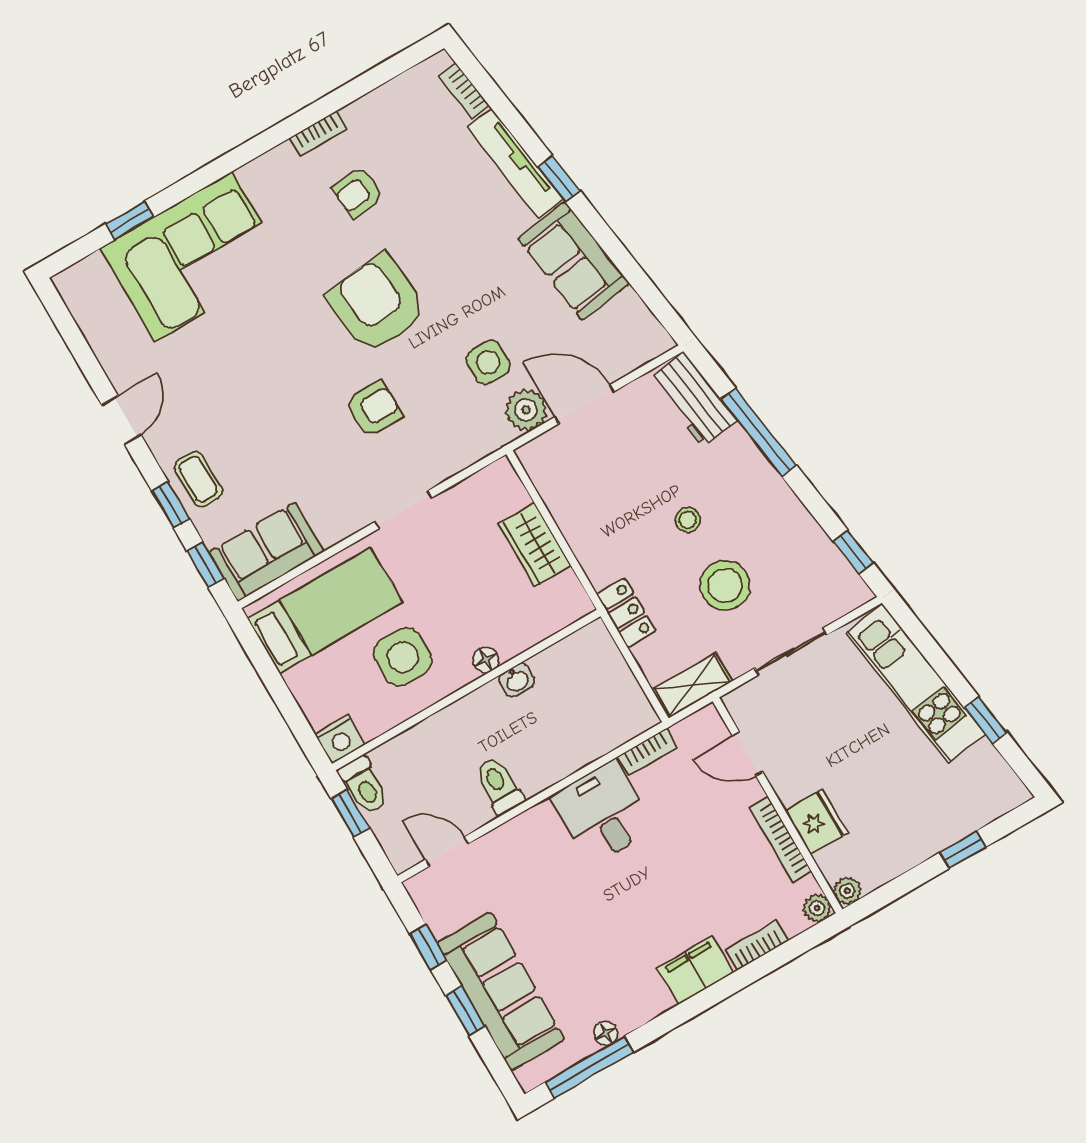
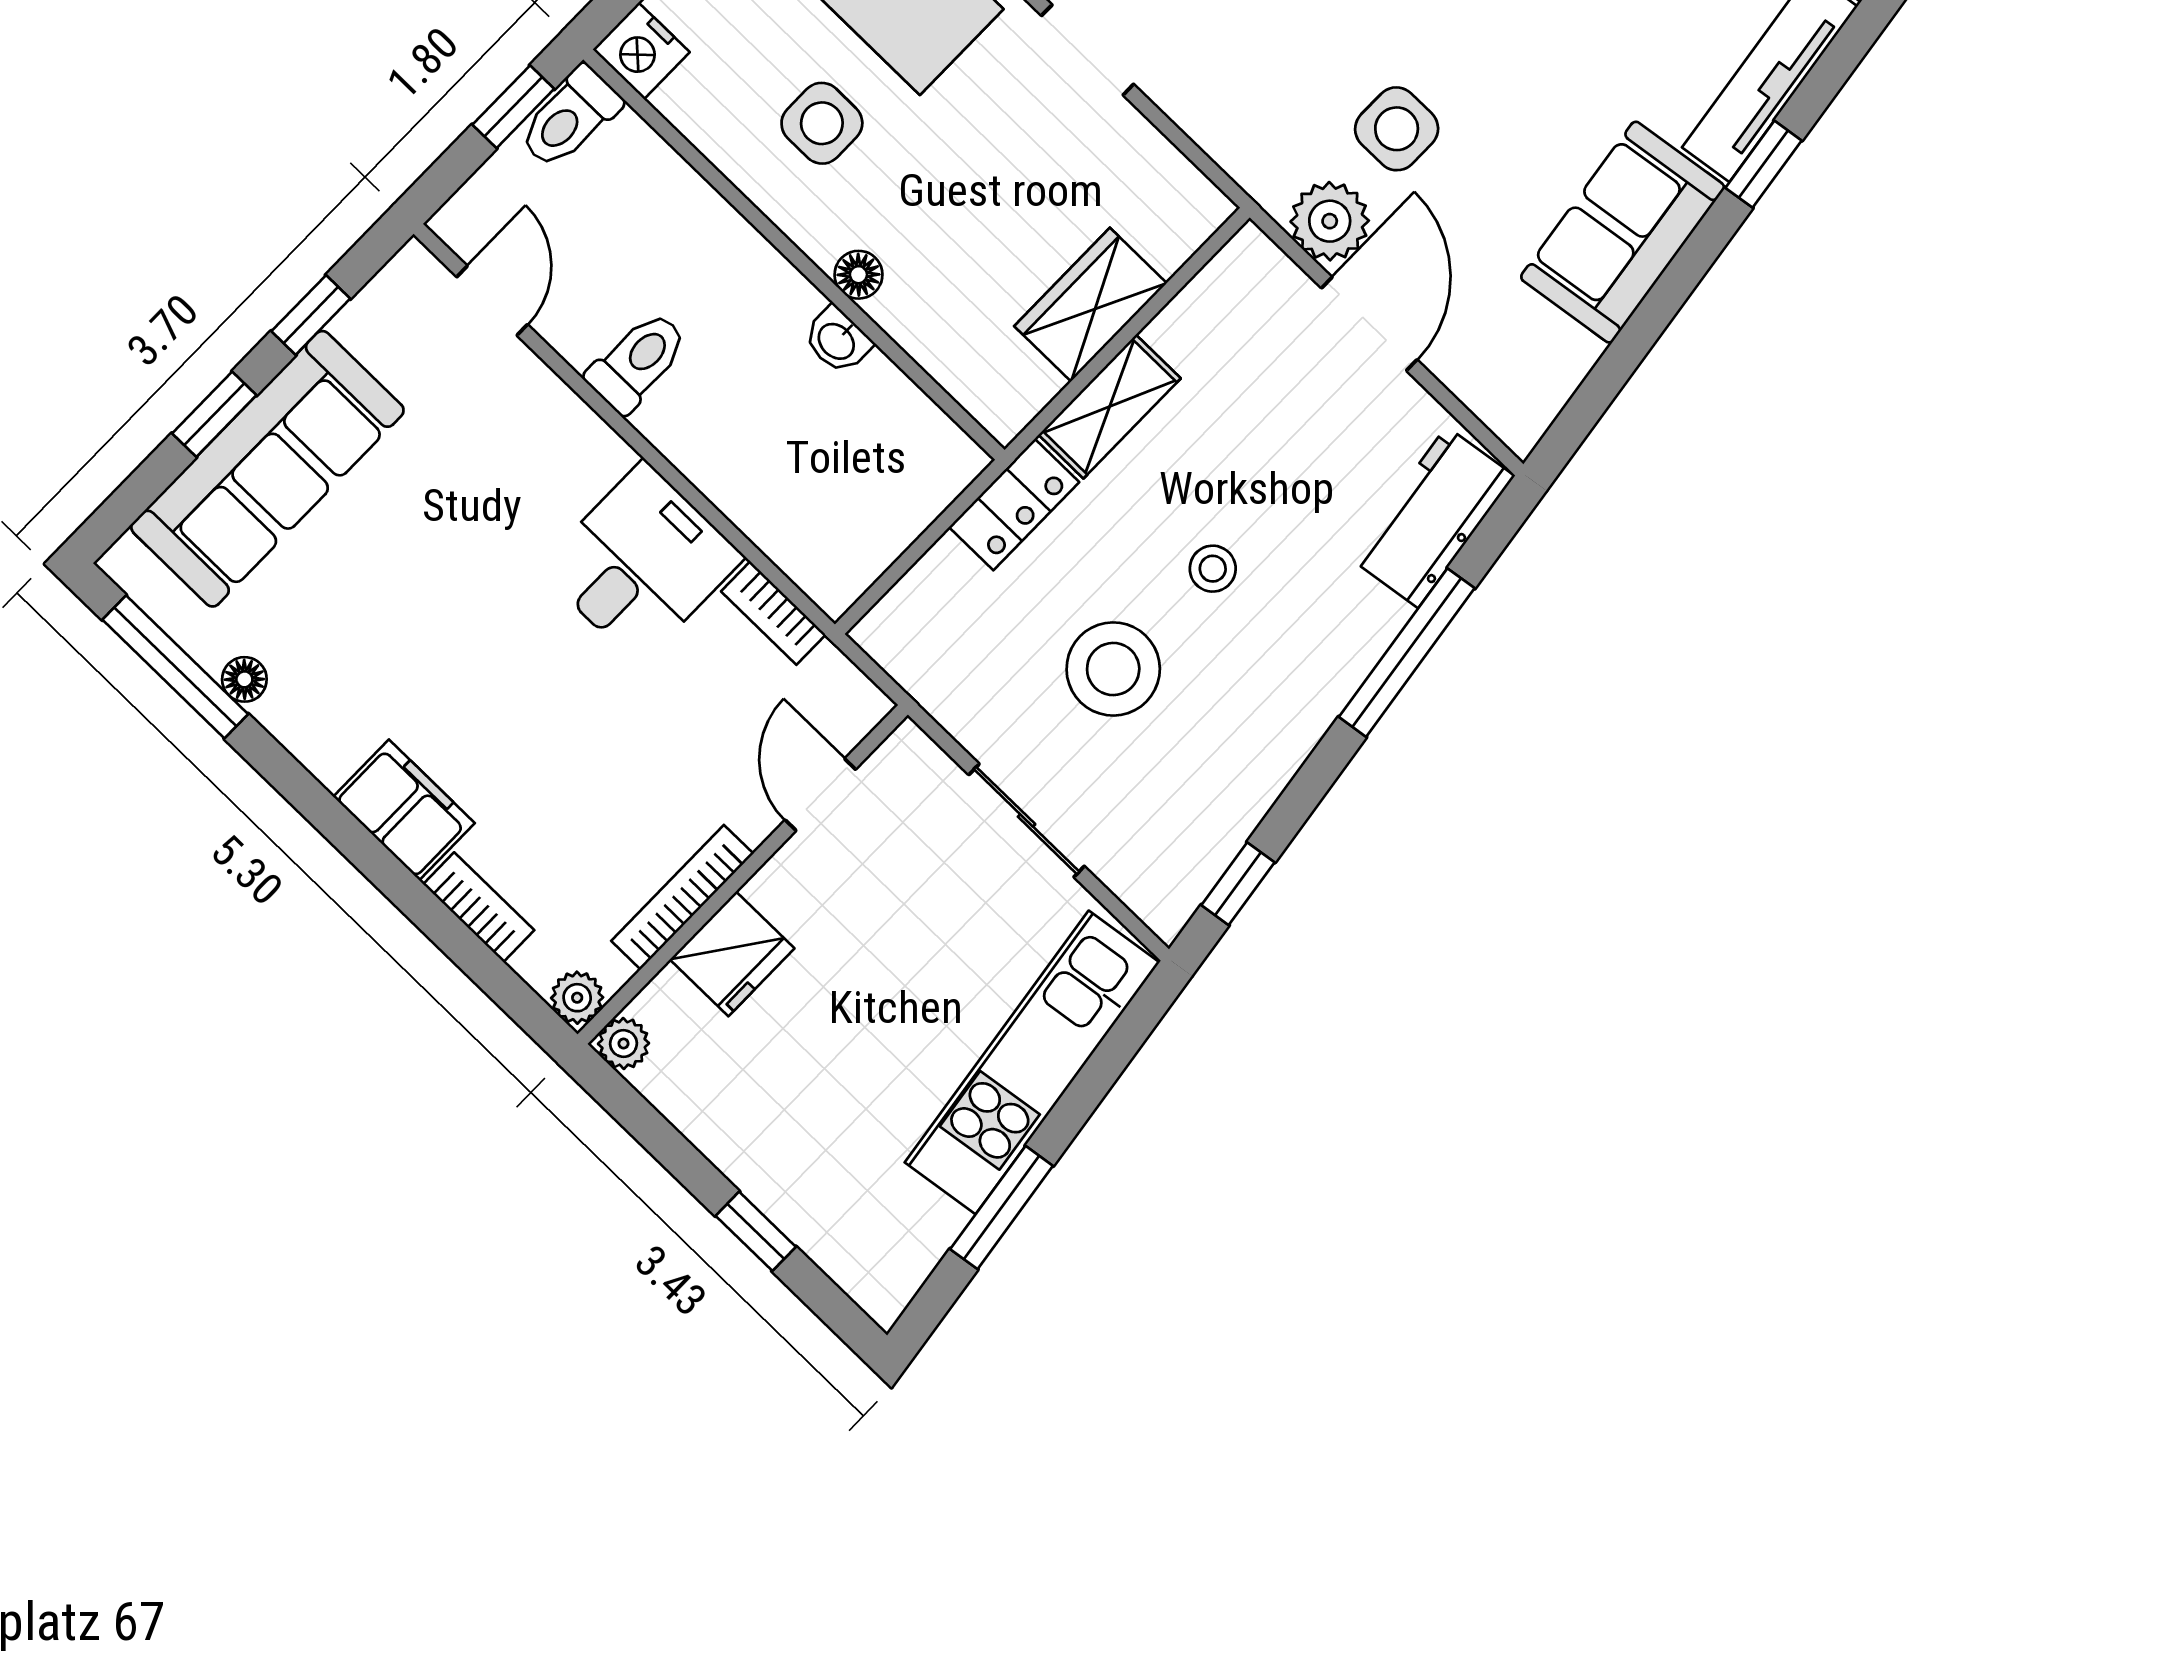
side table: (403, 657) -> (822, 123), width x0.73, depth x0.73
shelving: (692, 685) -> (1110, 407), moved, turned 90
window: (986, 720) -> (1002, 1207), width x1.50

